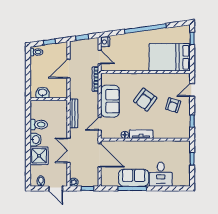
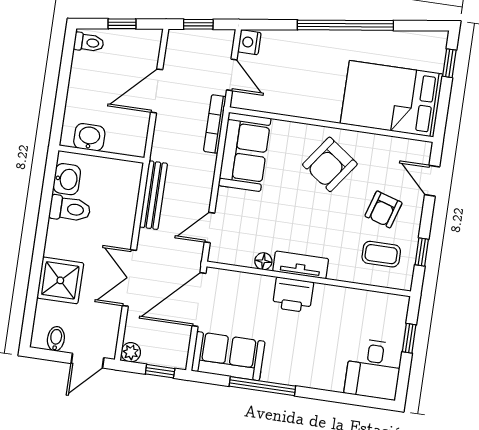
door: (192, 90) -> (432, 181), hinge flipped
armchair: (145, 100) -> (330, 164), moved
sofa: (110, 101) -> (245, 152), moved
coffee table: (175, 124) -> (381, 254), added
washbasin: (36, 139) -> (67, 179), moved
printer: (140, 147) -> (293, 295), added
door: (100, 155) -> (199, 300), swing flipped
desk: (161, 174) -> (373, 369), moved
sofa: (134, 178) -> (228, 356), moved
door: (56, 188) -> (88, 361), hinge flipped

